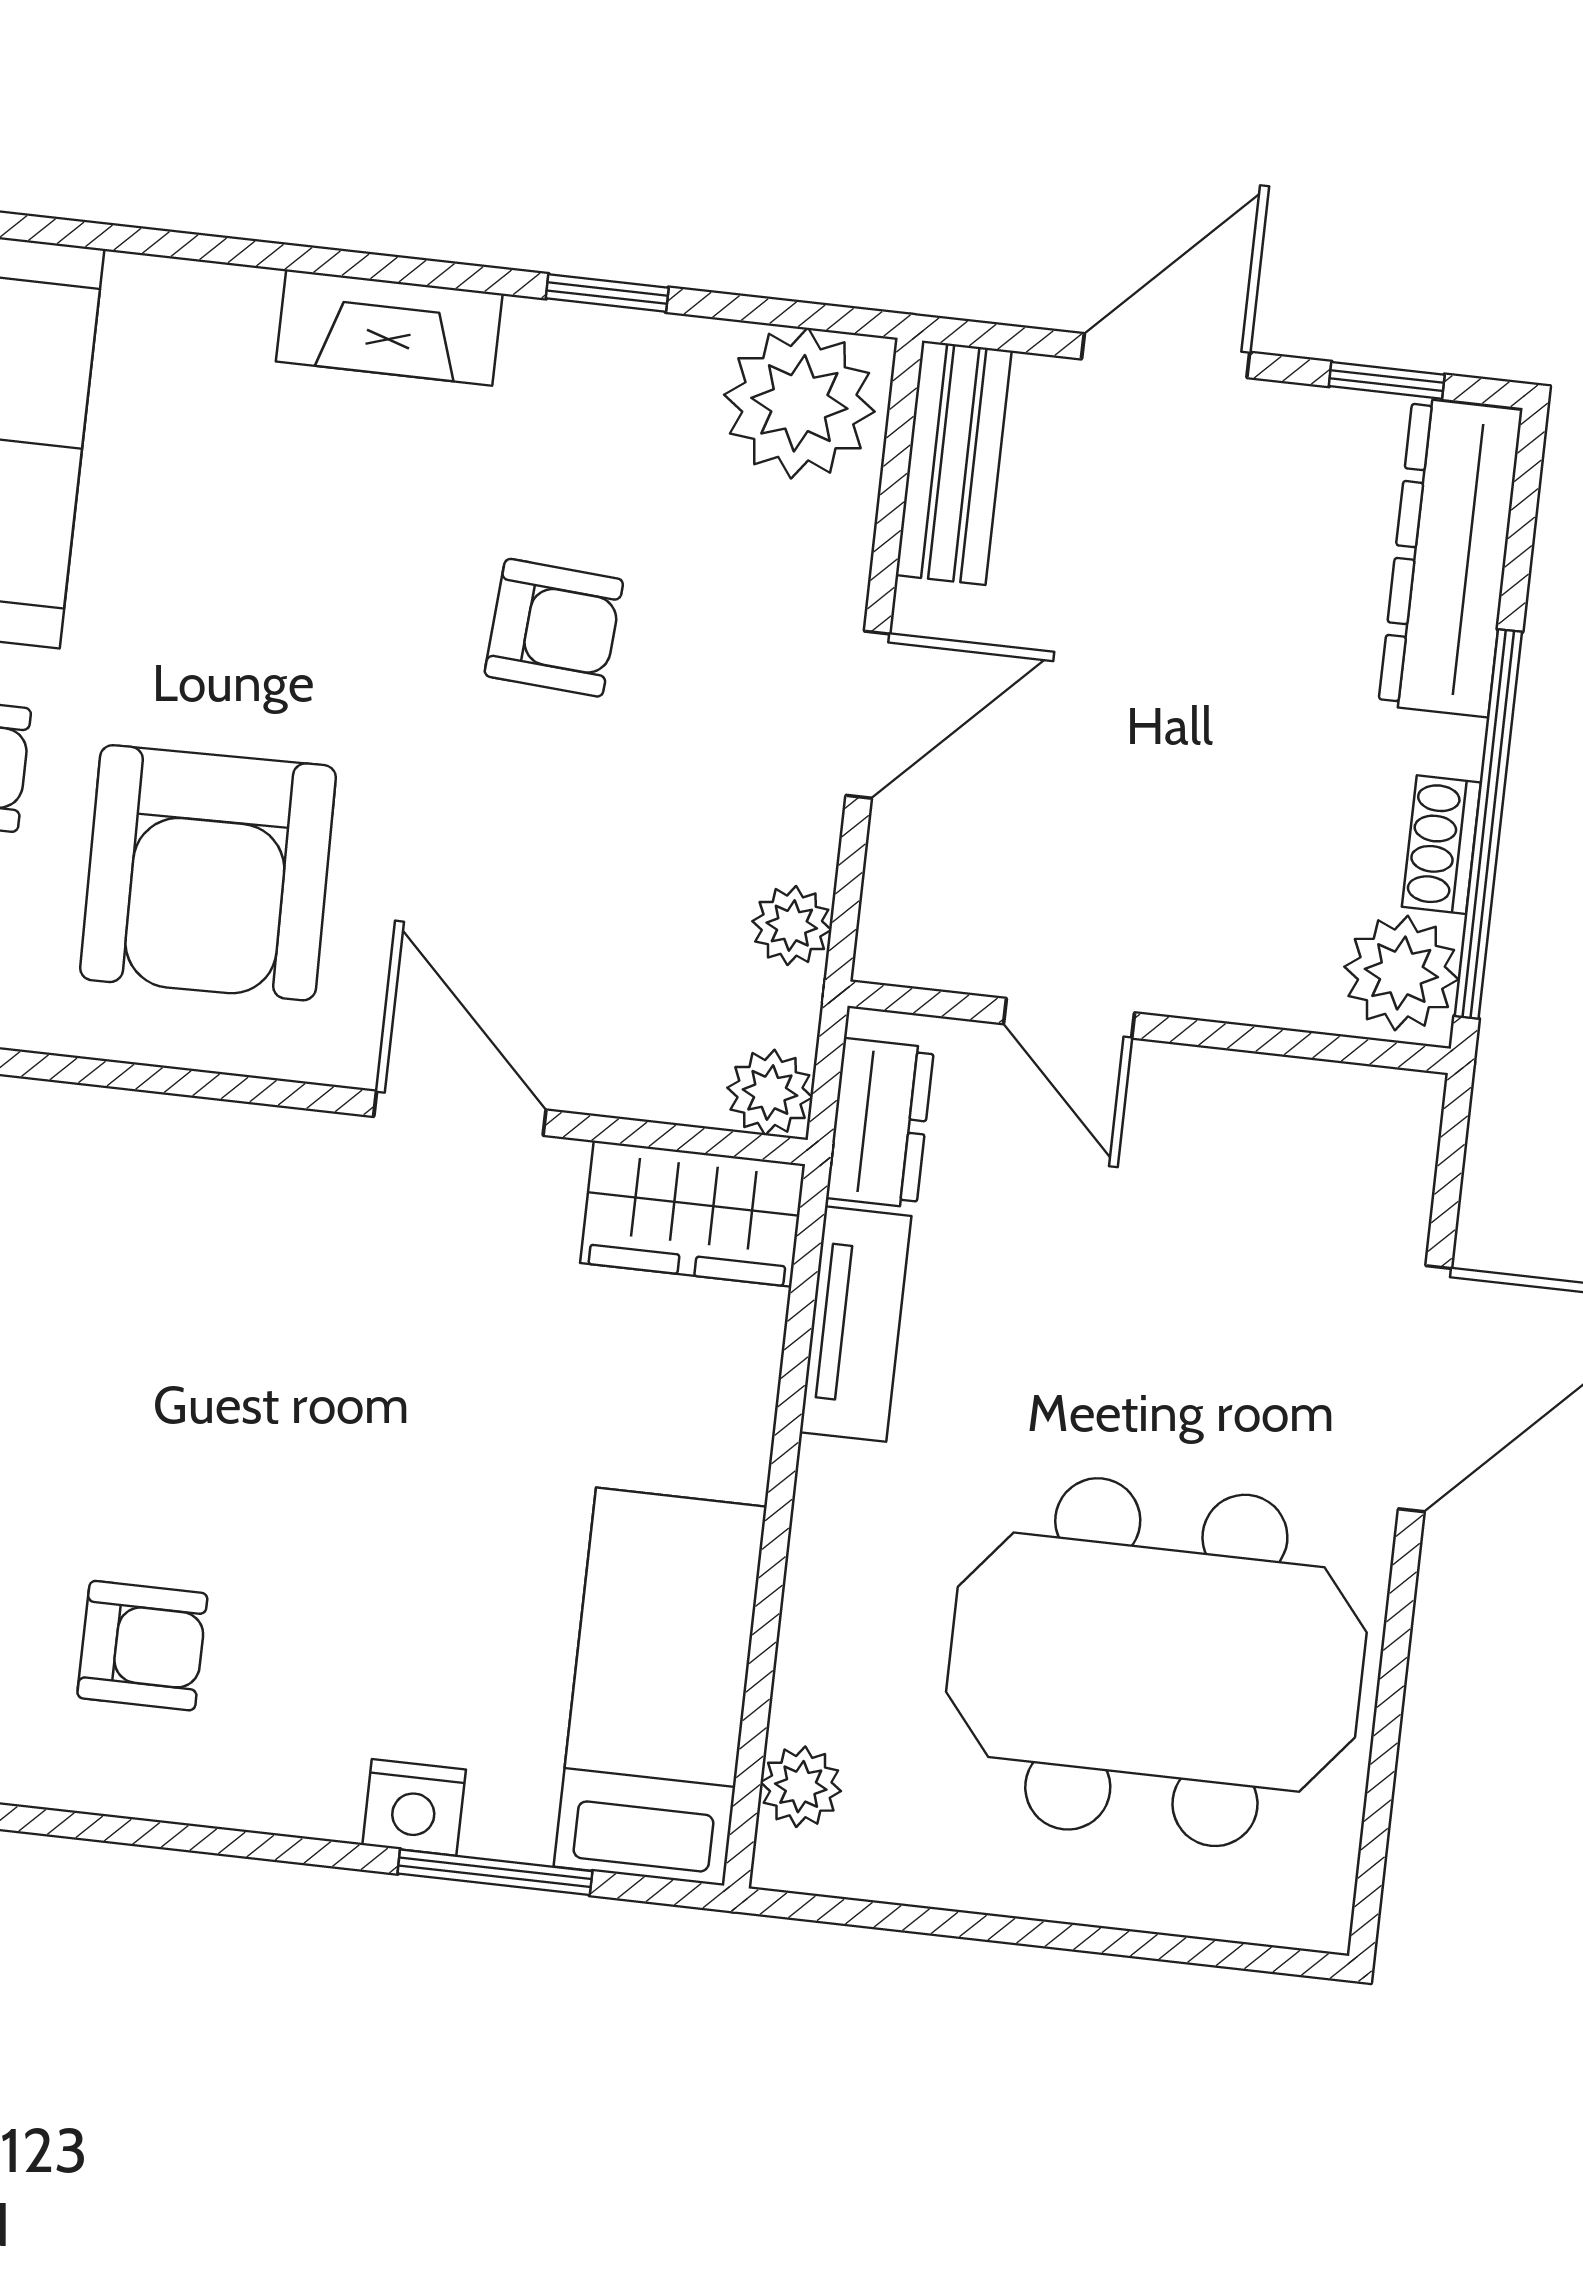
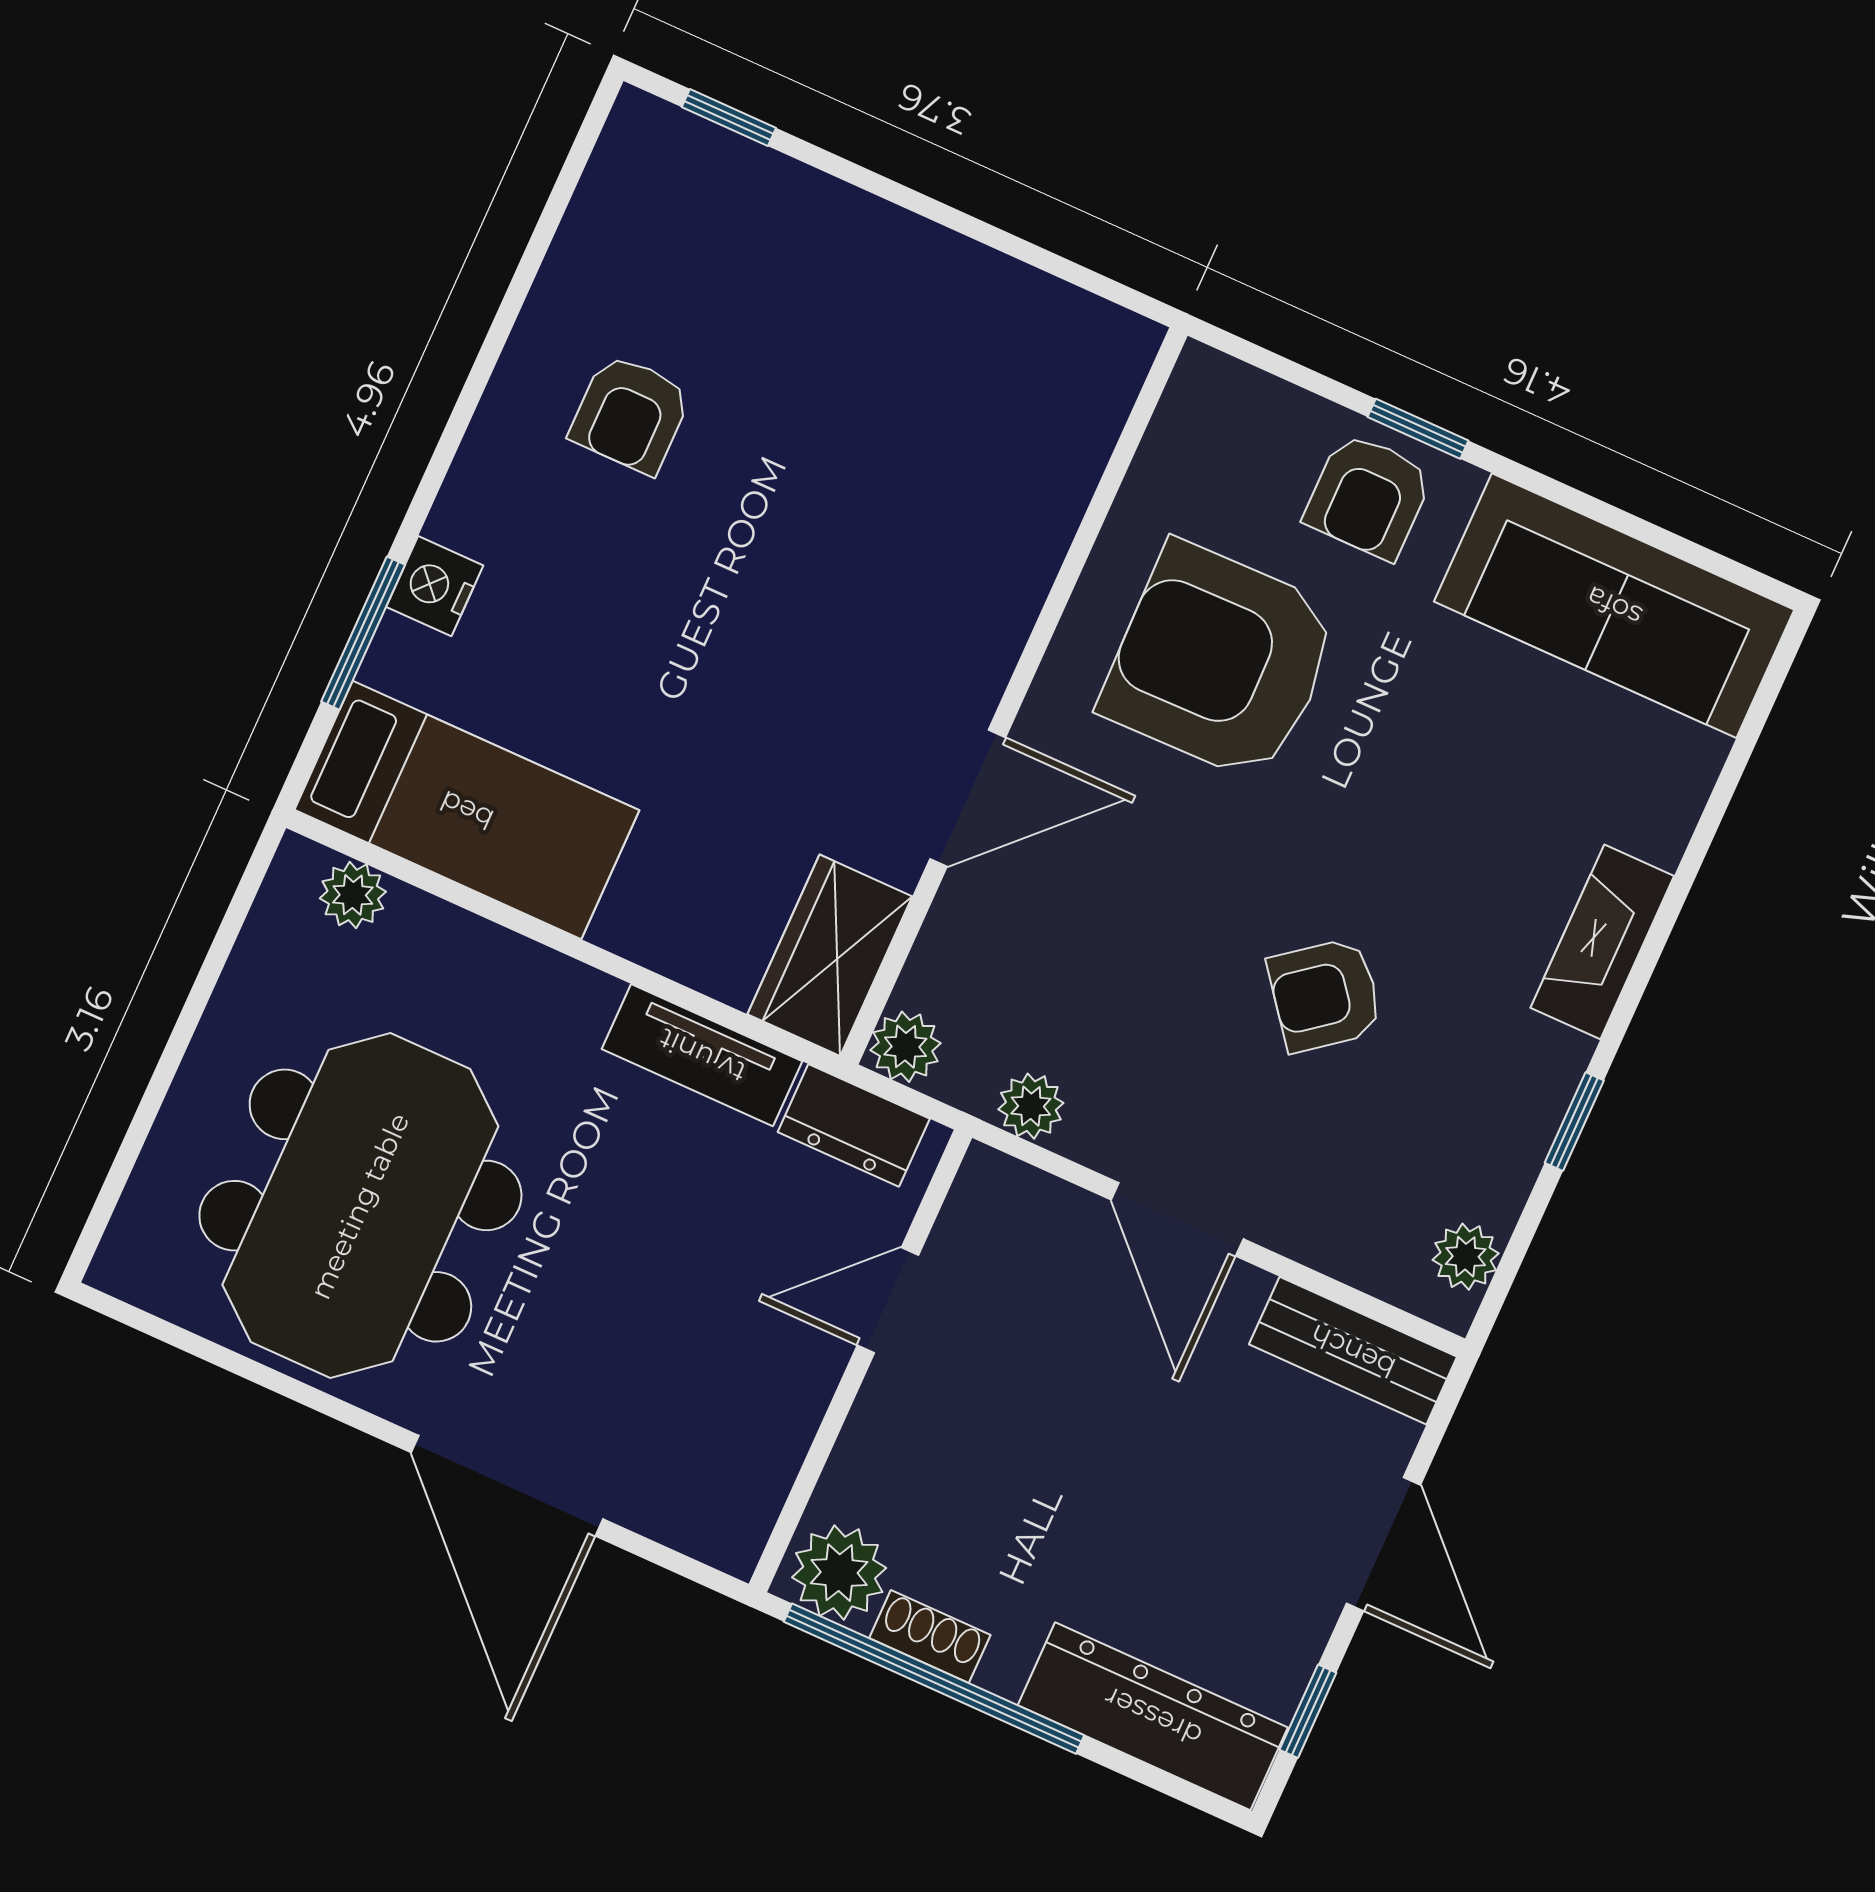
plant: (799, 403) -> (1466, 1257), width x0.53, depth x0.53
armchair: (554, 628) -> (1325, 995), turned 48

